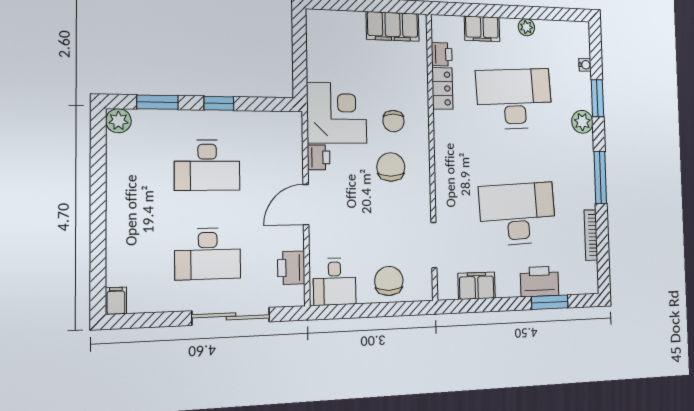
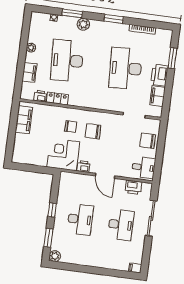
window: (600, 177) -> (114, 19), width x0.69
printer: (539, 281) -> (159, 75), moved

